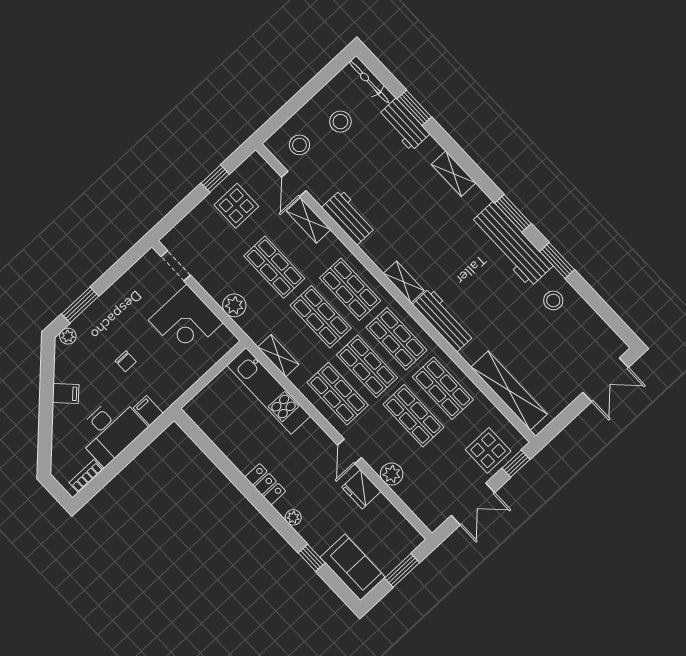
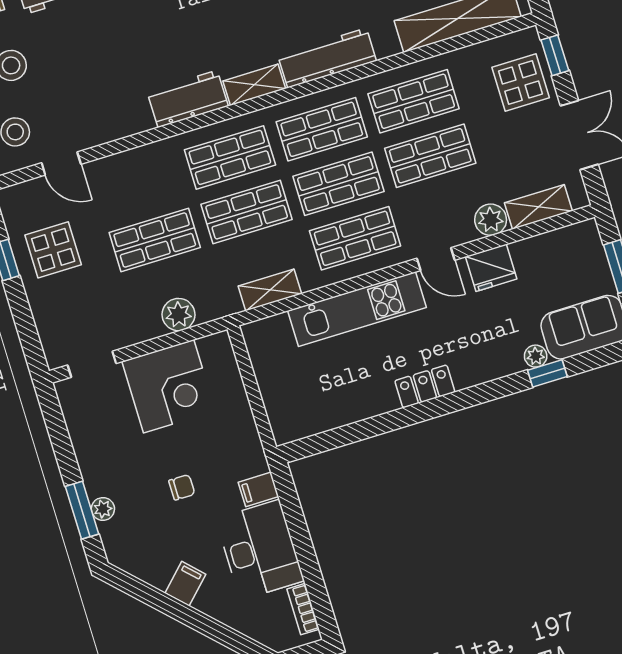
workbench: (349, 217) -> (188, 99), moved
shelving: (309, 220) -> (538, 207), moved
plant: (68, 336) -> (103, 509), moved
kitchen unit: (269, 391) -> (357, 309), moved
plant: (293, 517) -> (536, 356), moved

